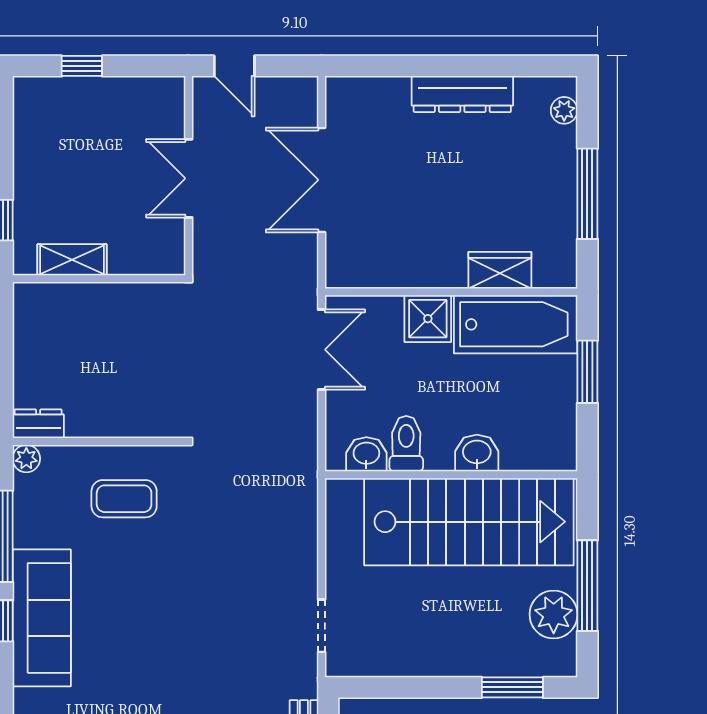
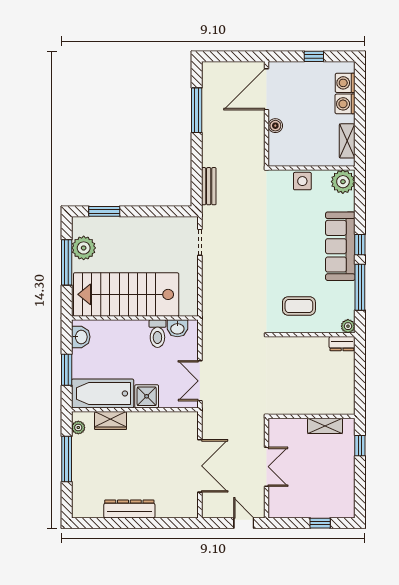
plant: (564, 110) -> (78, 427), moved
washbasin: (477, 453) -> (81, 337), moved, turned -90

